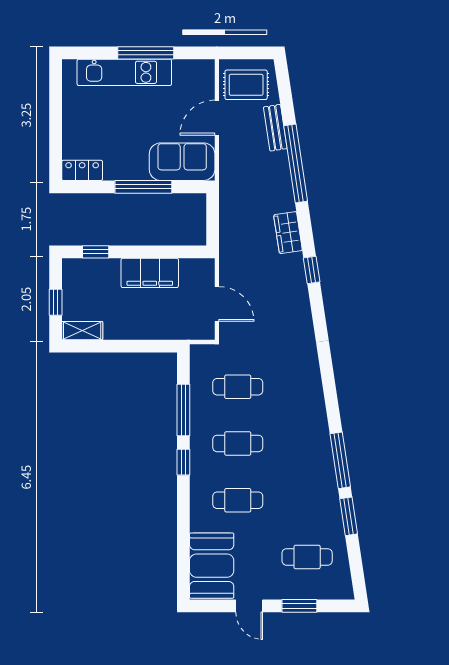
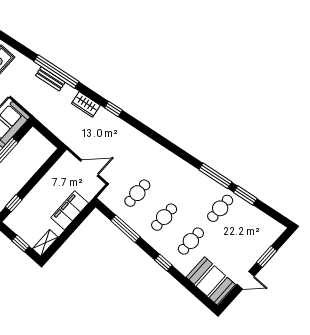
bench: (275, 128) -> (50, 79), moved
filing cabinet: (150, 273) -> (70, 210), moved, turned 180
window: (183, 462) -> (163, 263), moved
cafe table: (307, 557) -> (220, 208), moved

